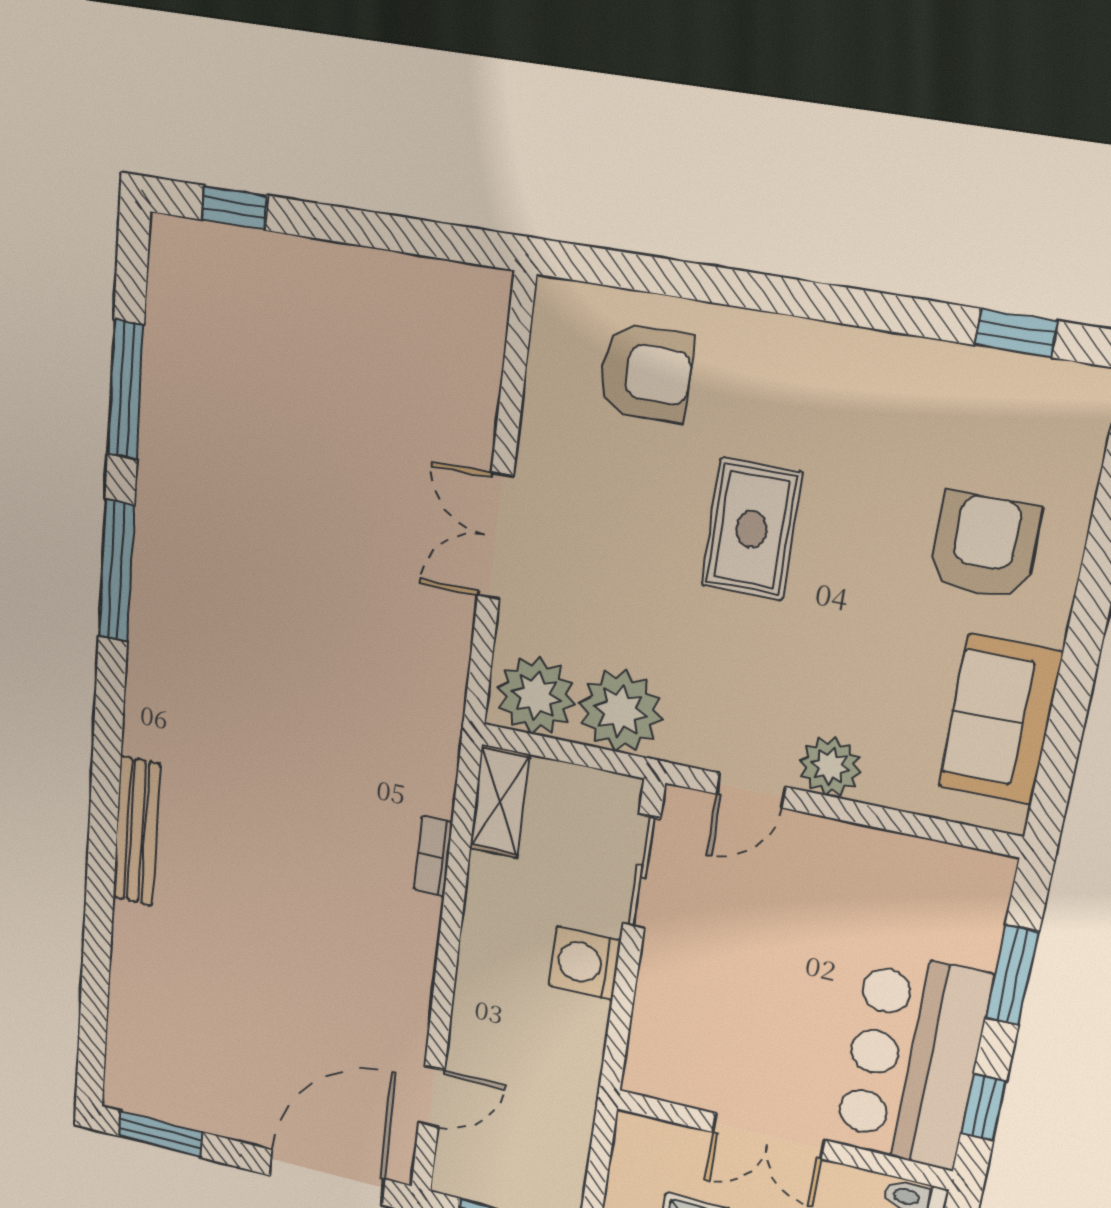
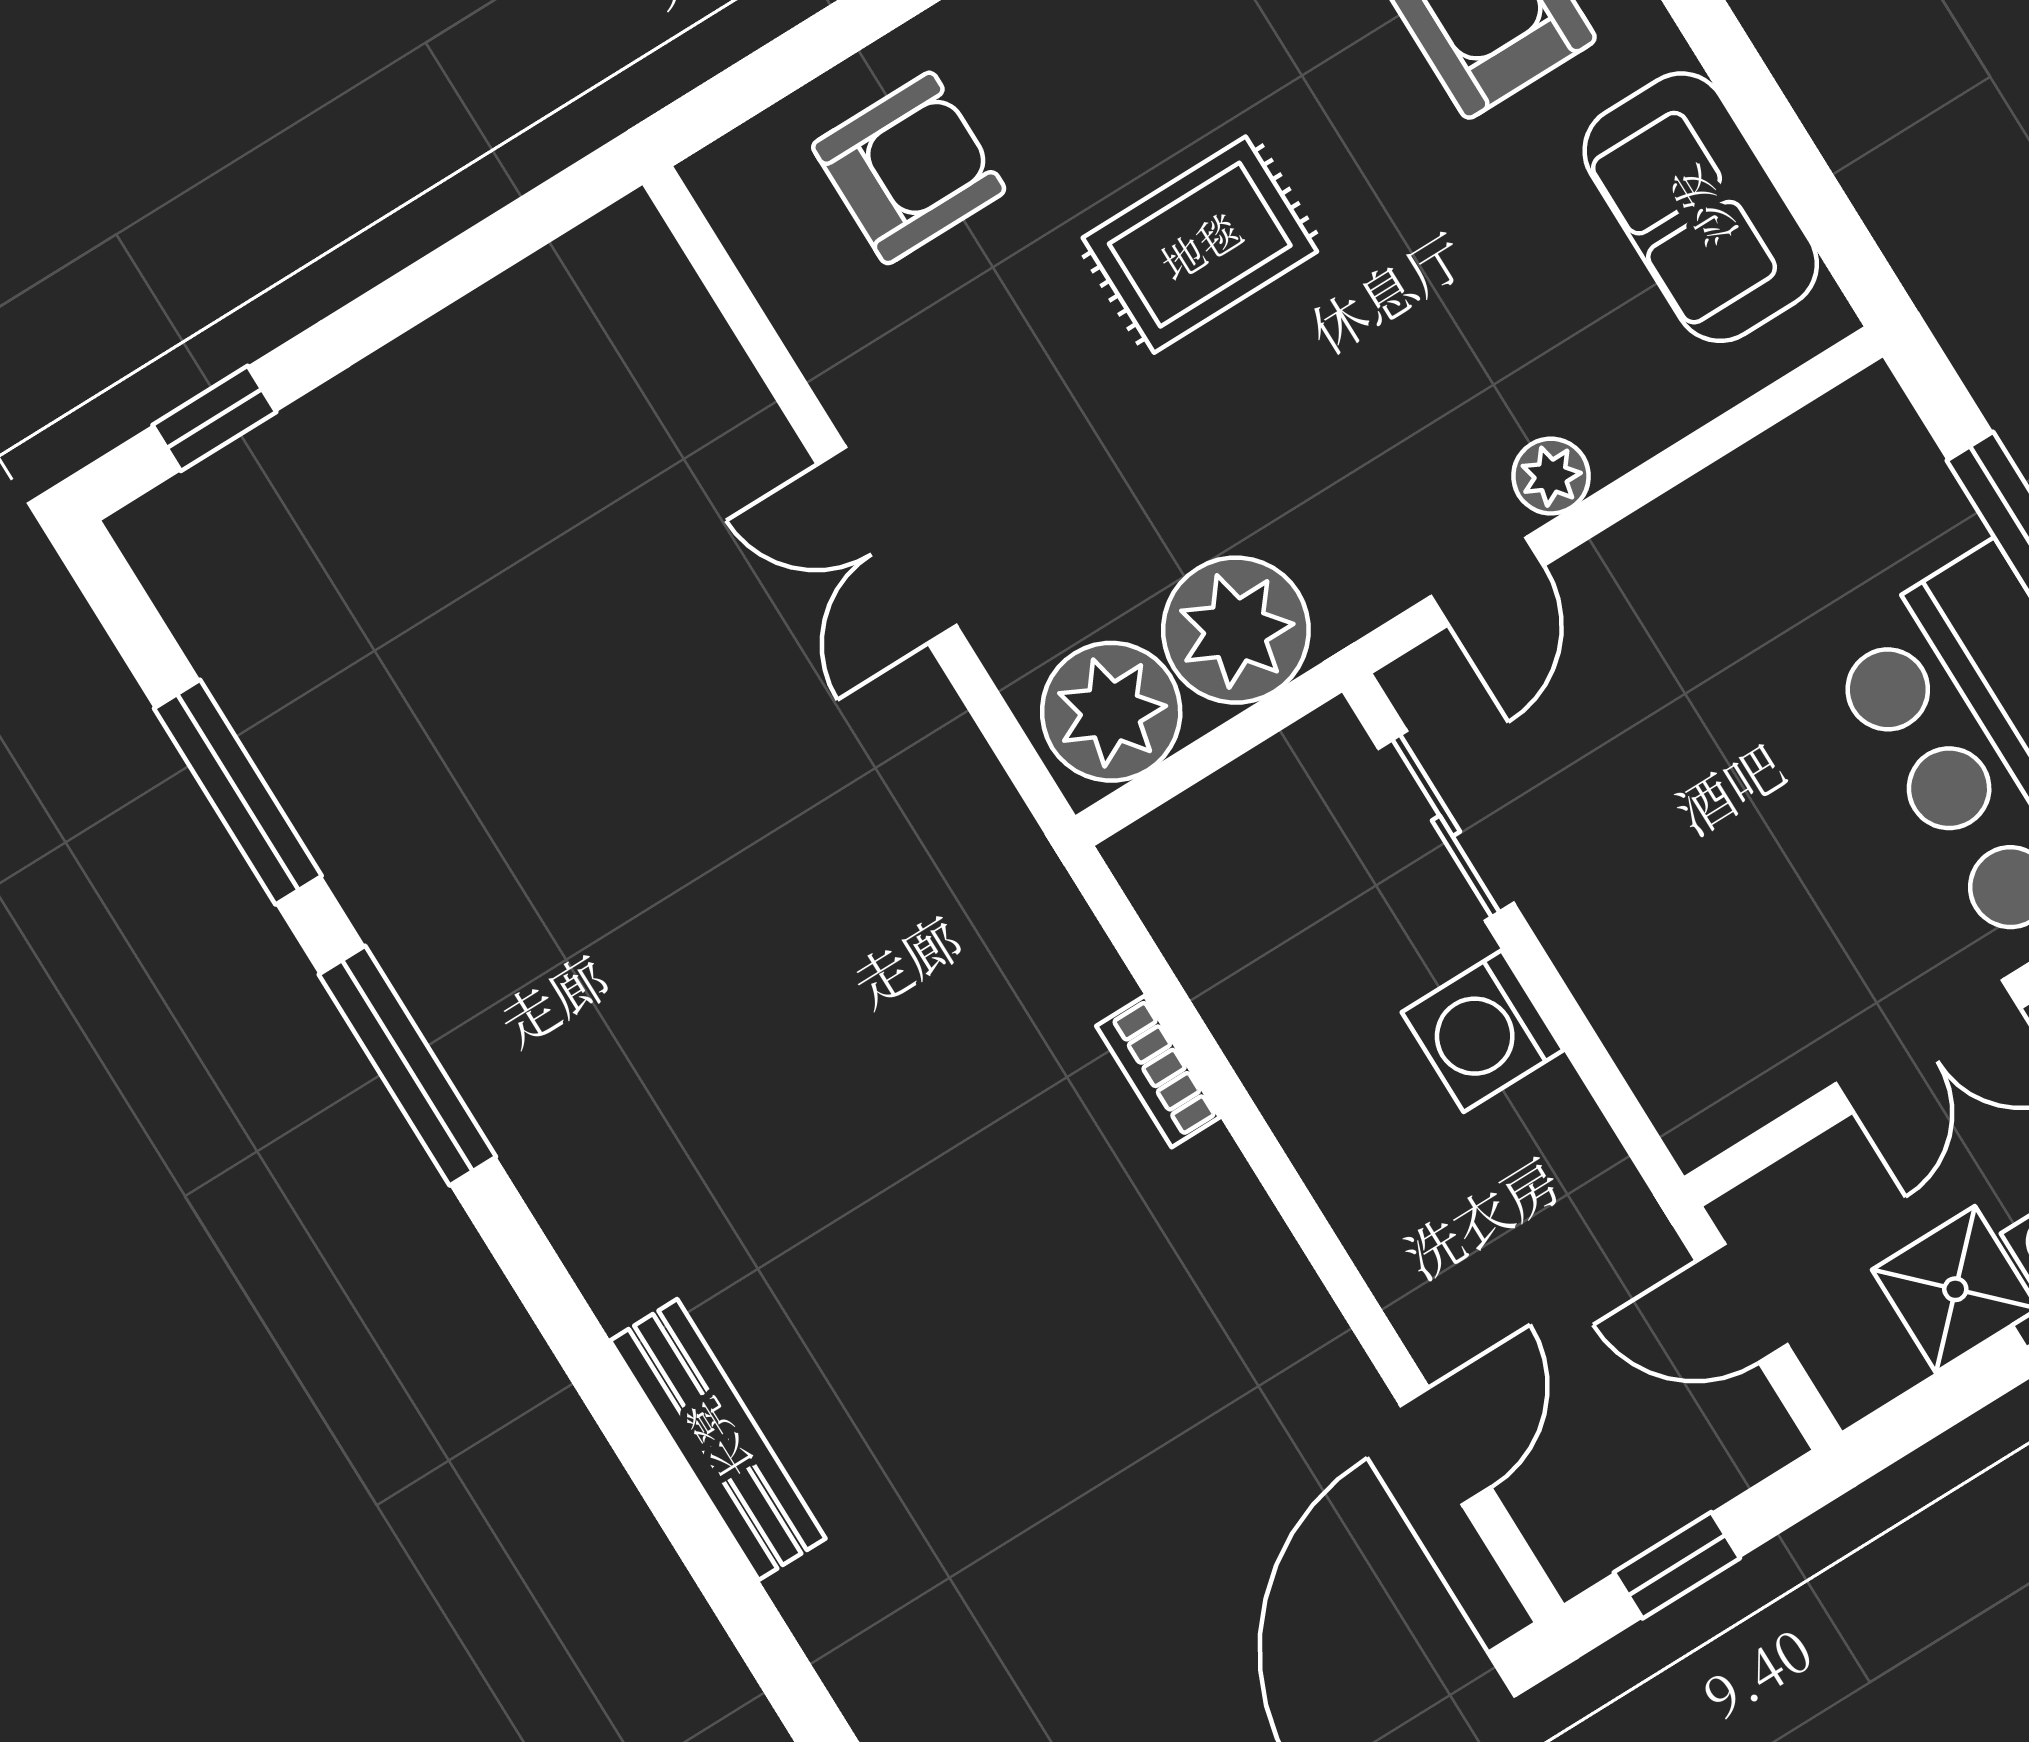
rug: (752, 529) -> (1200, 245), turned 90
plant: (830, 766) -> (1551, 476), width x0.73, depth x0.73
shelving: (500, 802) -> (1183, 905), removed
door: (600, 1156) -> (1742, 1303), added

